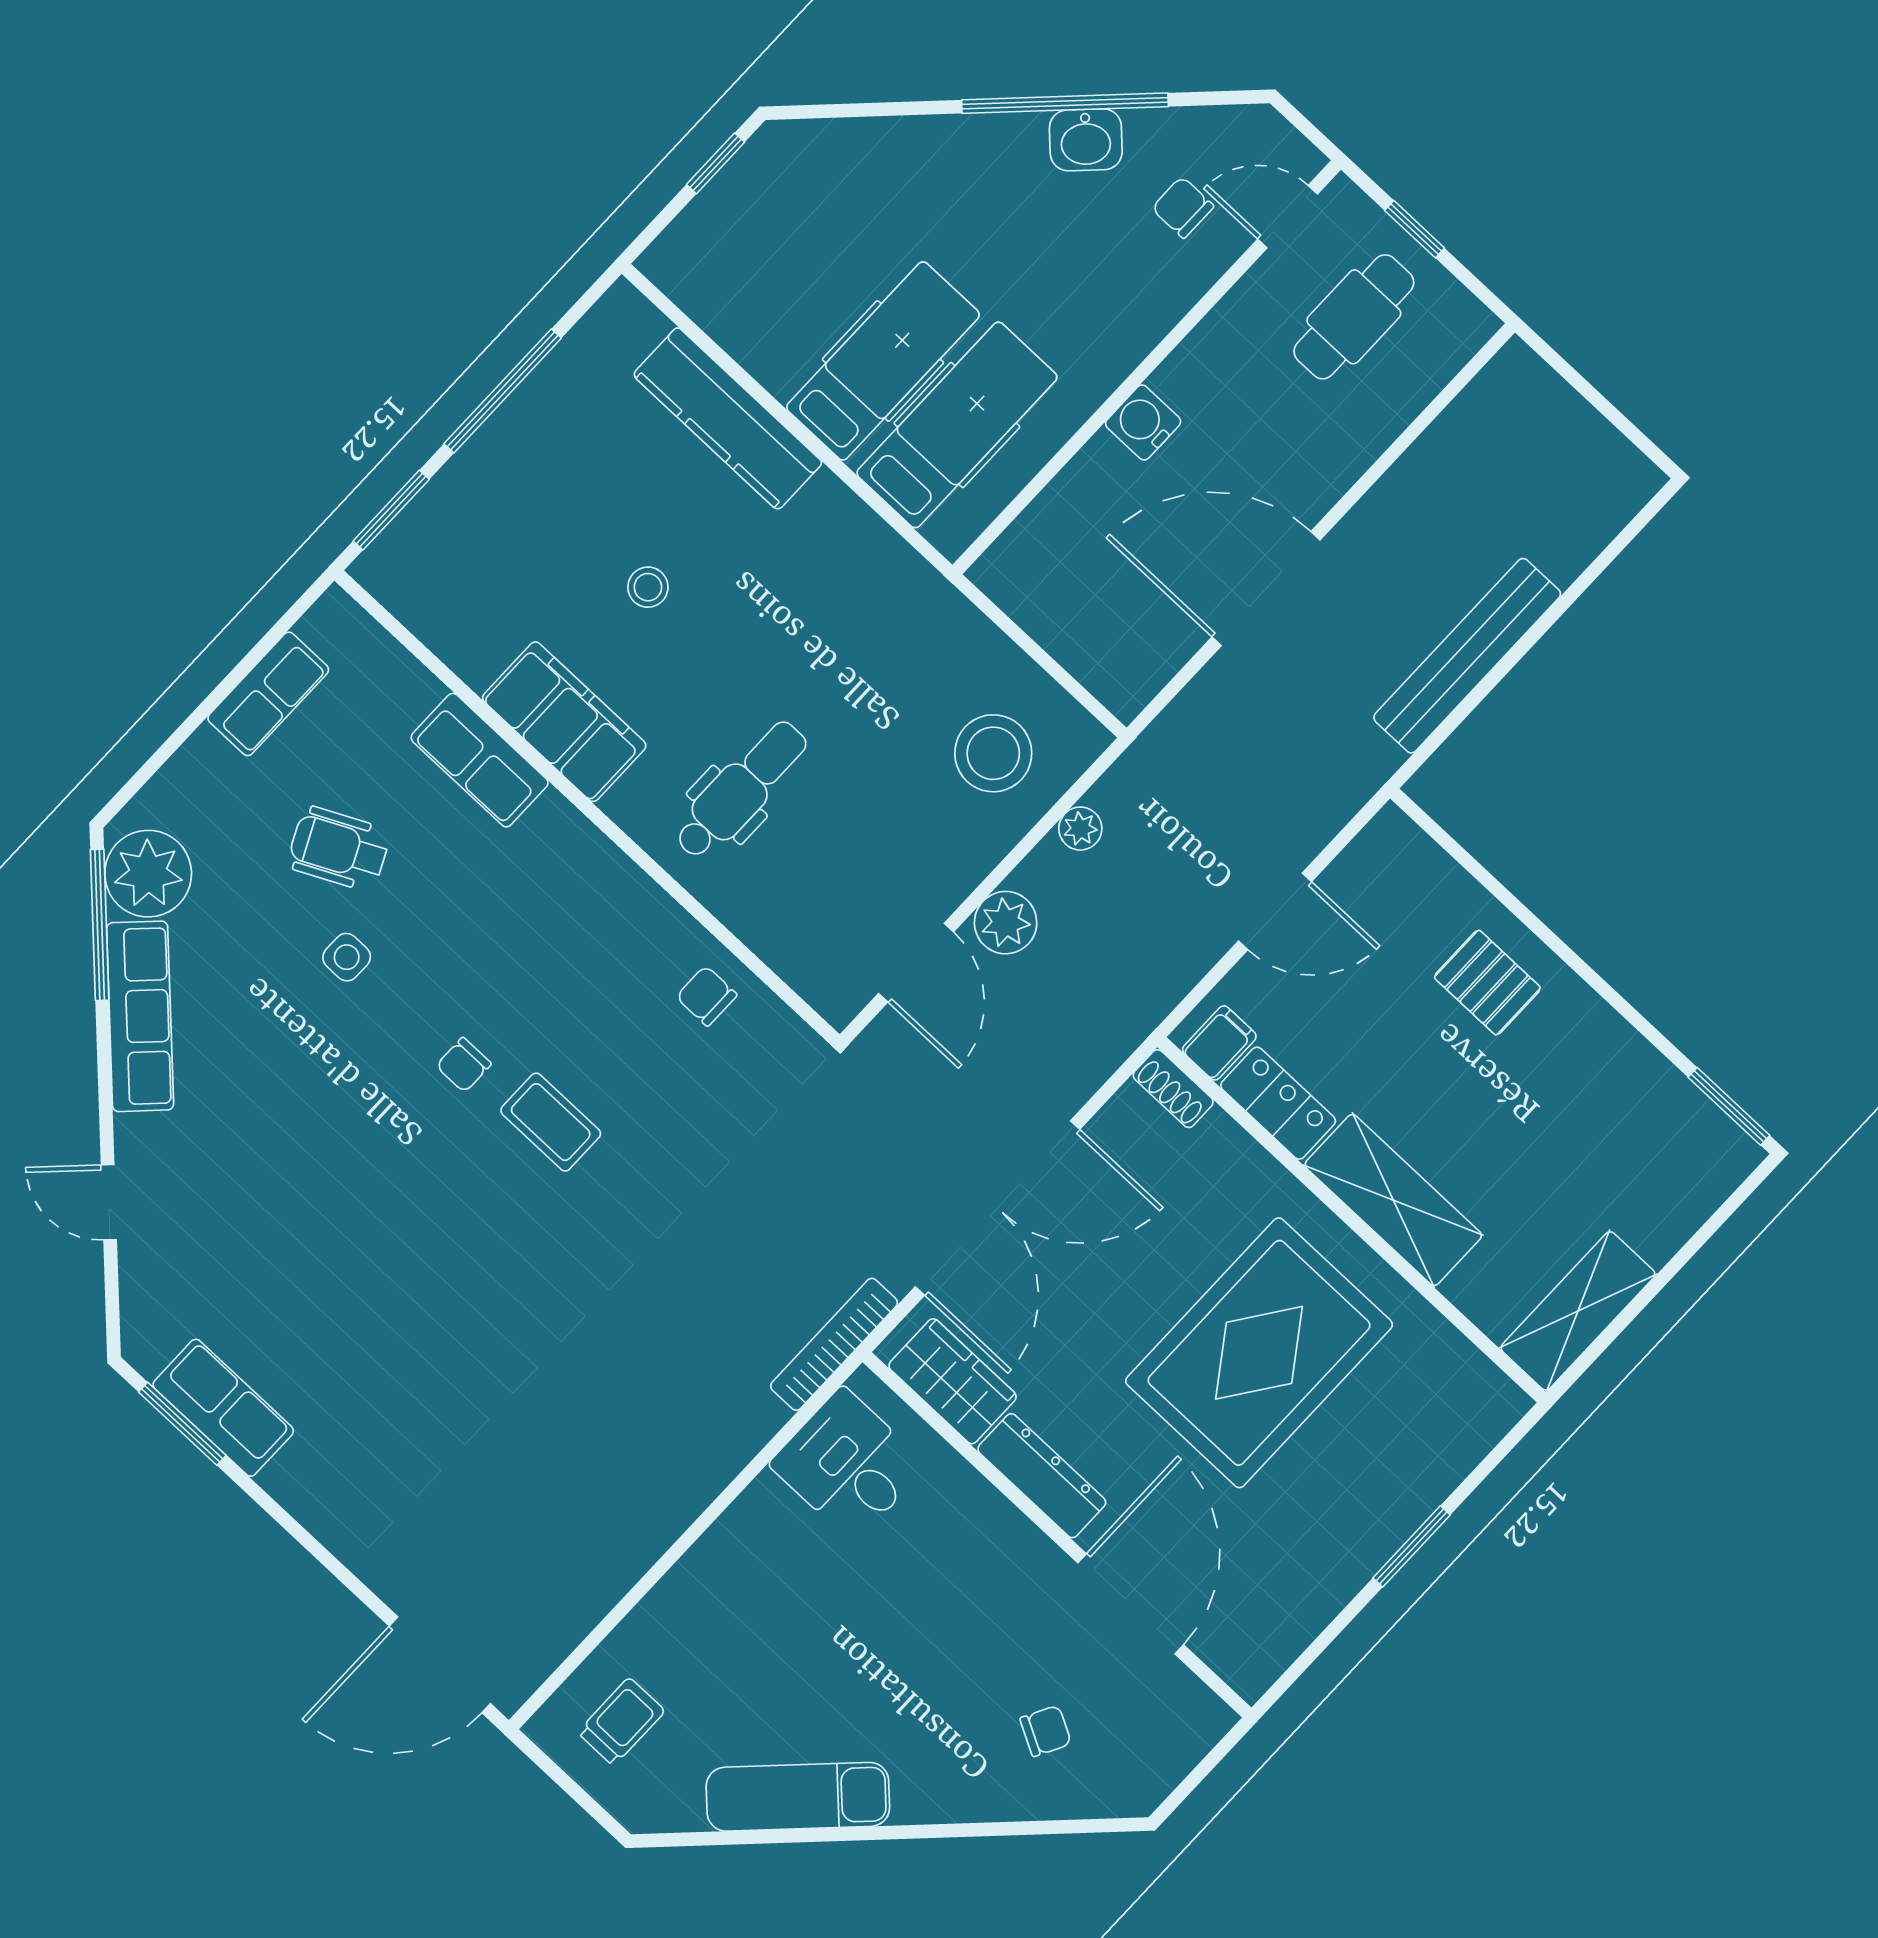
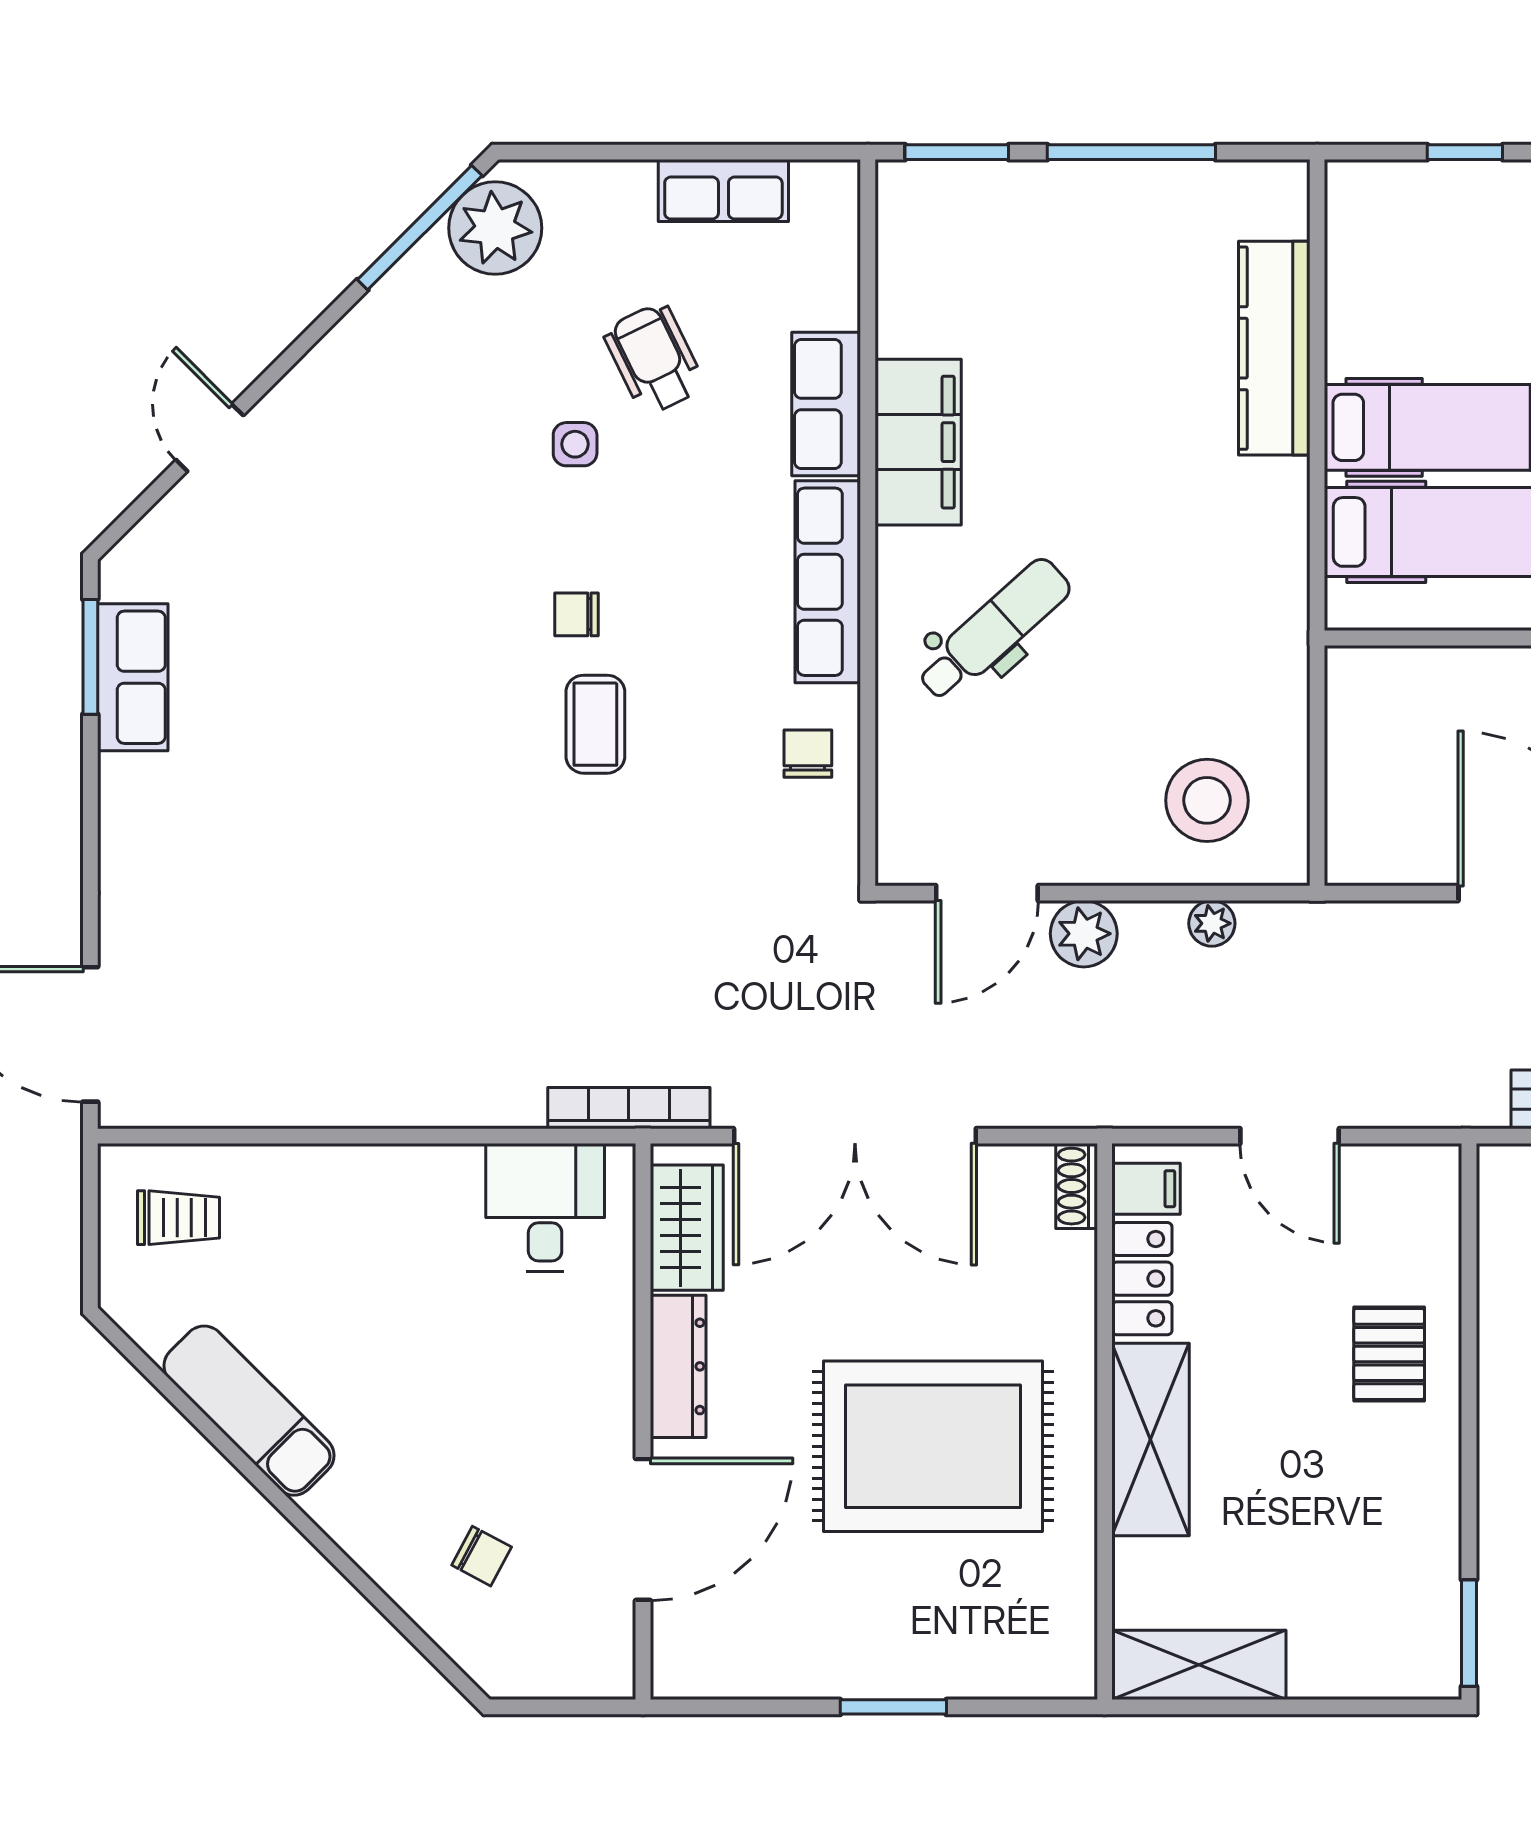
stool: (648, 587) -> (1084, 409), removed
dental chair: (741, 790) -> (994, 630), turned -42
row of seats: (140, 1016) -> (828, 582), moved, turned 135

